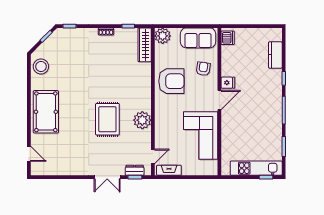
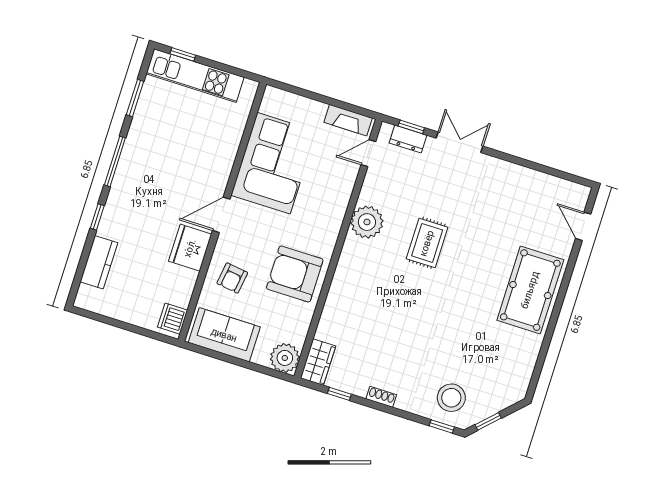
wardrobe: (145, 45) -> (318, 362), width x0.67
stool: (41, 66) -> (451, 398), moved
fridge: (228, 83) -> (190, 248), width x1.88, depth x1.34
rug: (107, 119) -> (427, 243), width x0.73, depth x0.70

